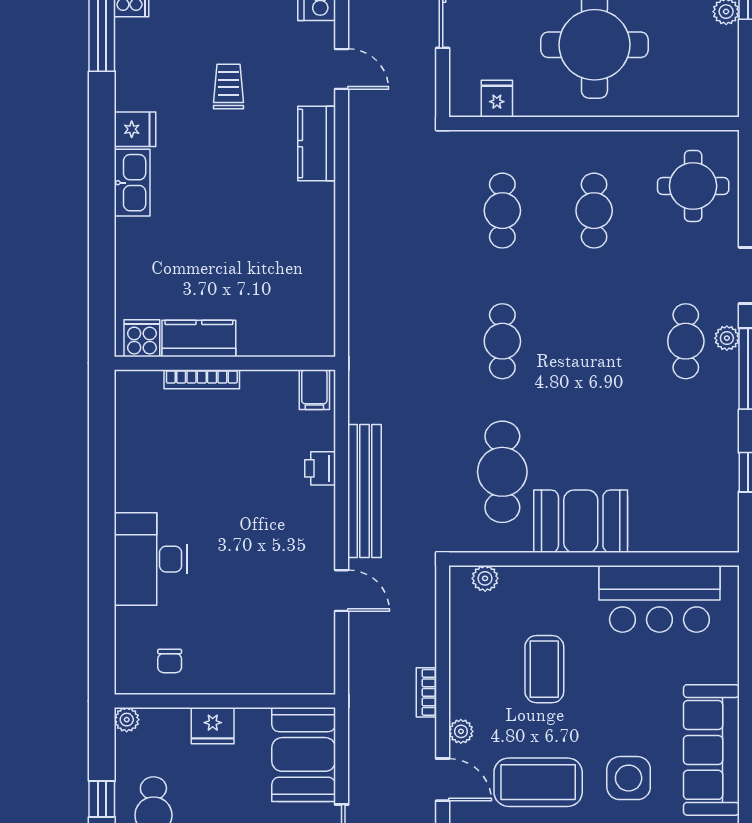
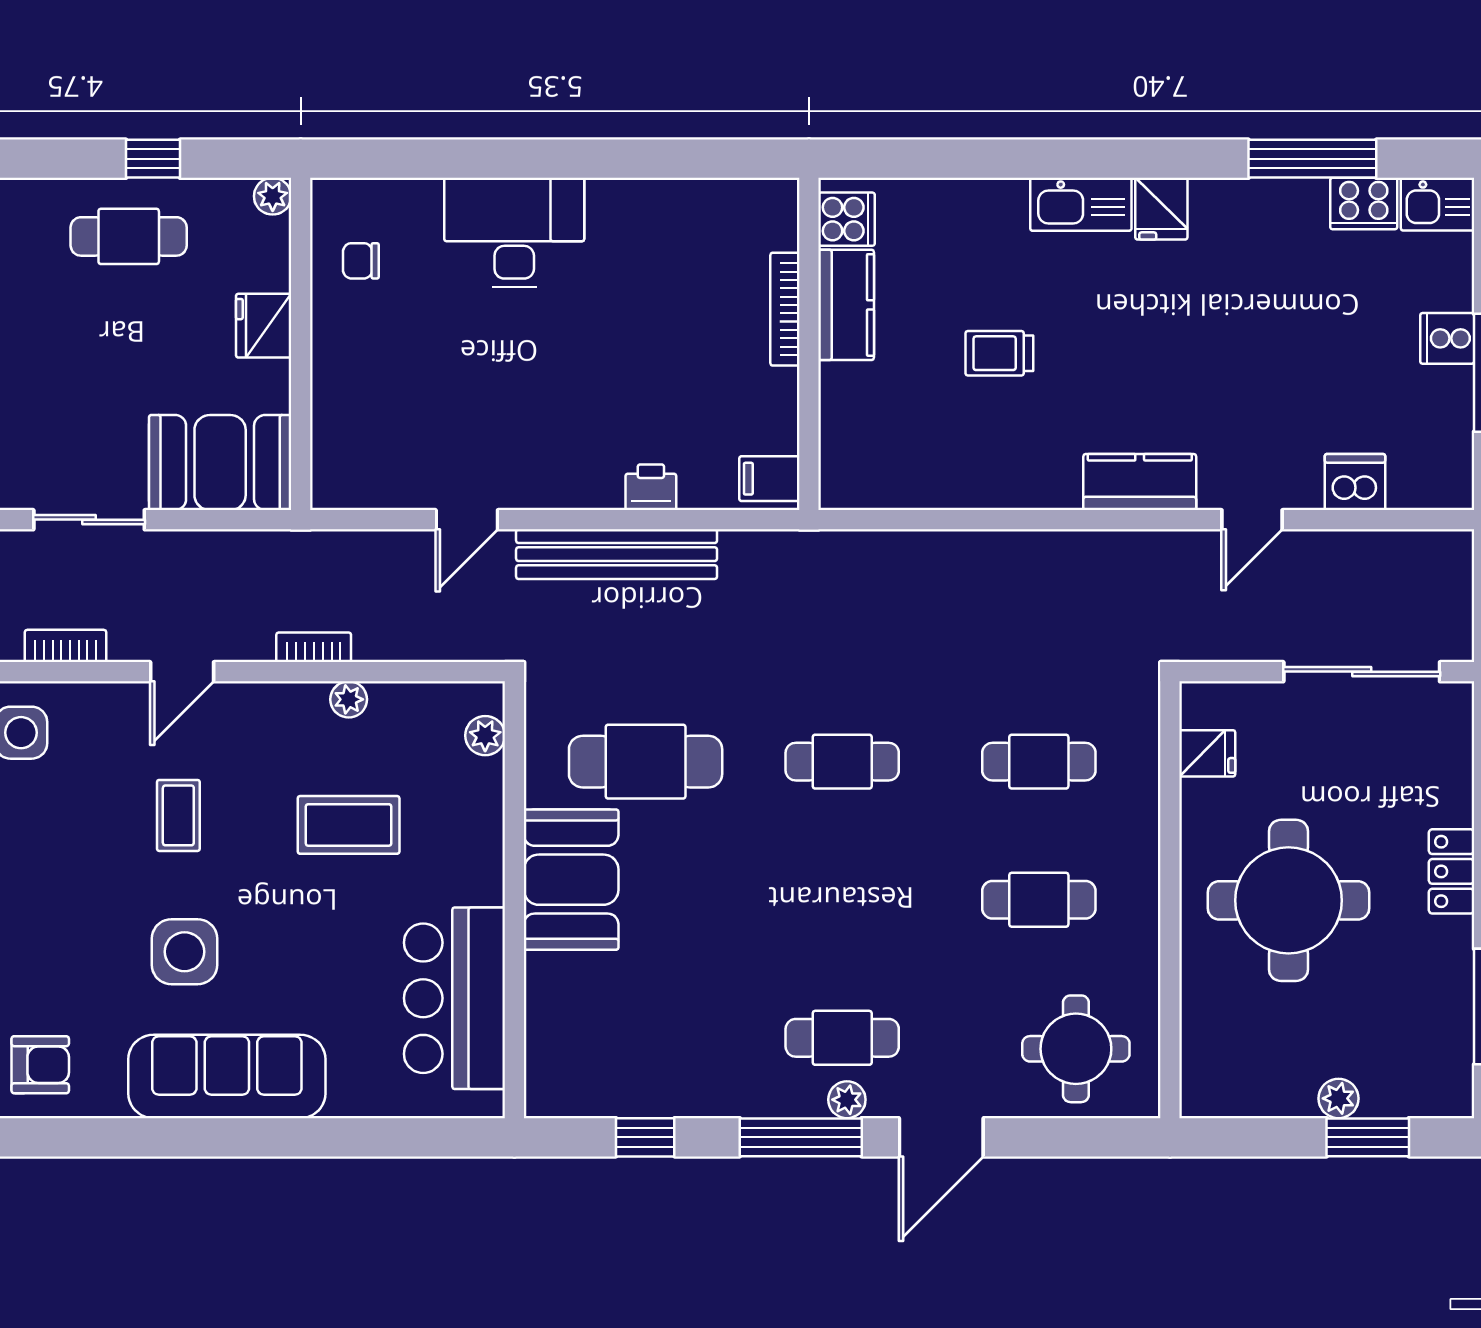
trolley: (228, 87) -> (999, 353), moved, turned 180
plant: (461, 731) -> (349, 699), moved
coffee table: (538, 782) -> (178, 815), width x0.54, depth x0.58

